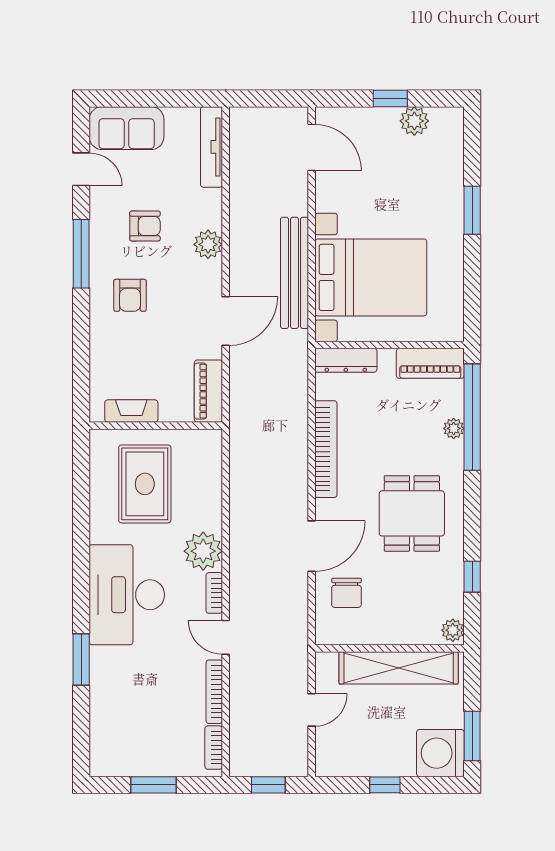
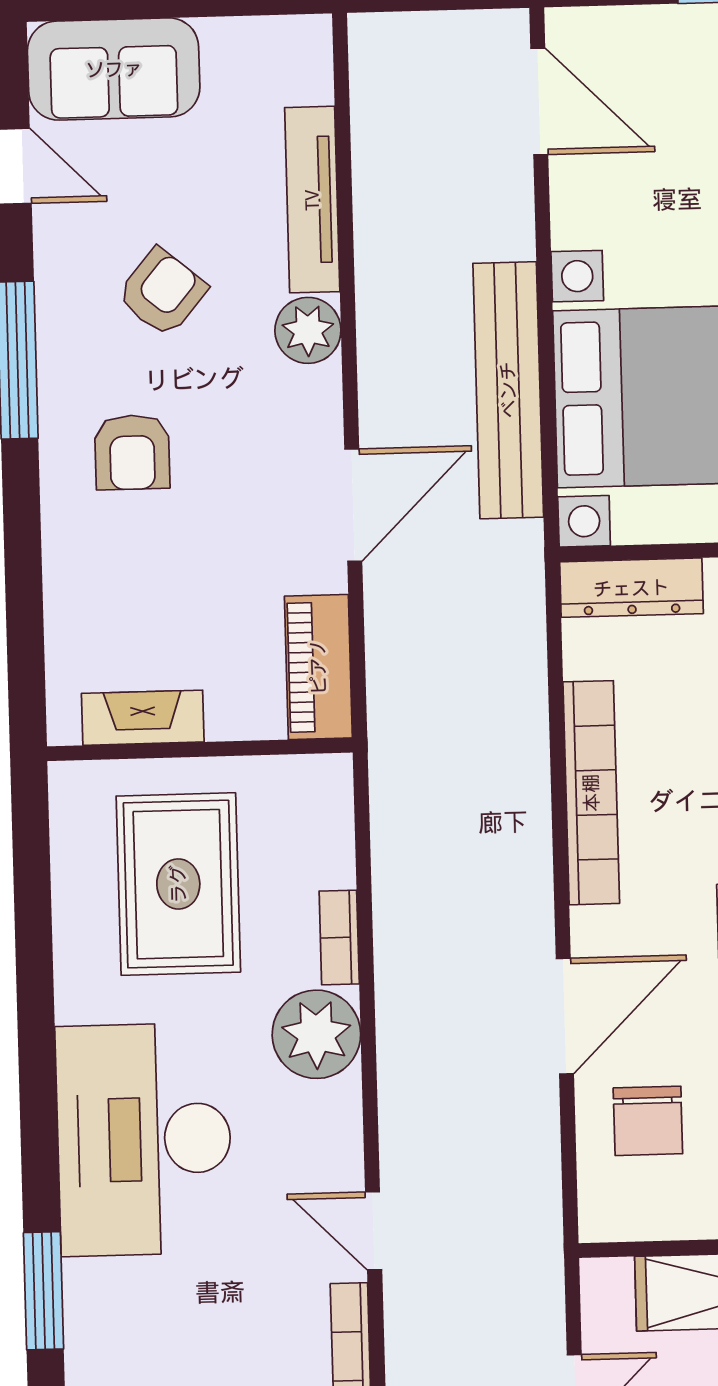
tv unit: (211, 147) -> (312, 200), moved
armchair: (145, 226) -> (162, 292), turned -50
bookcase: (214, 593) -> (339, 937), moved

